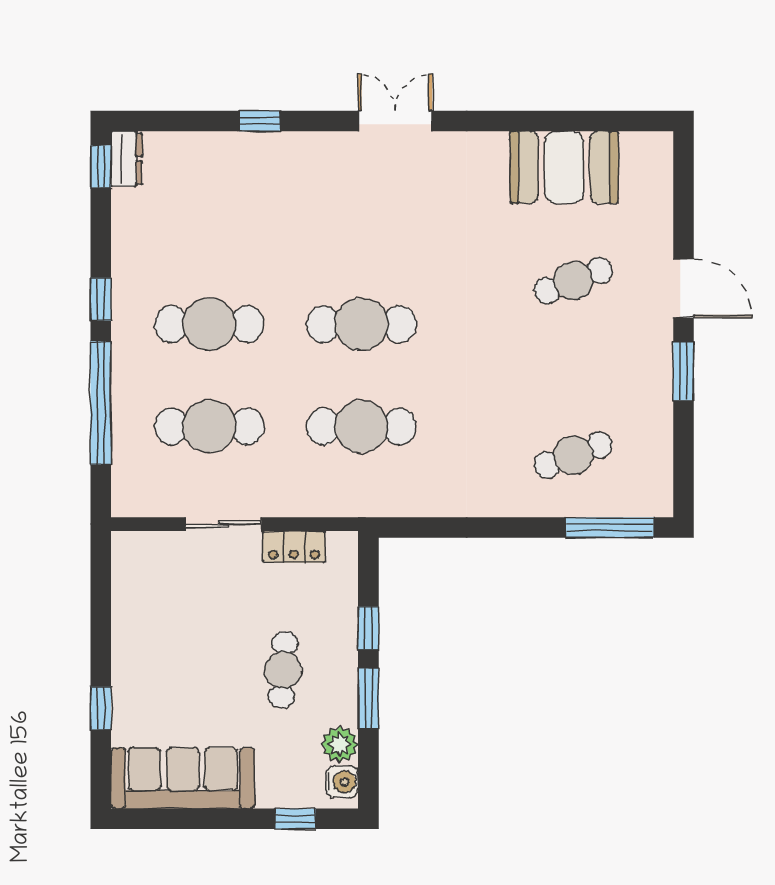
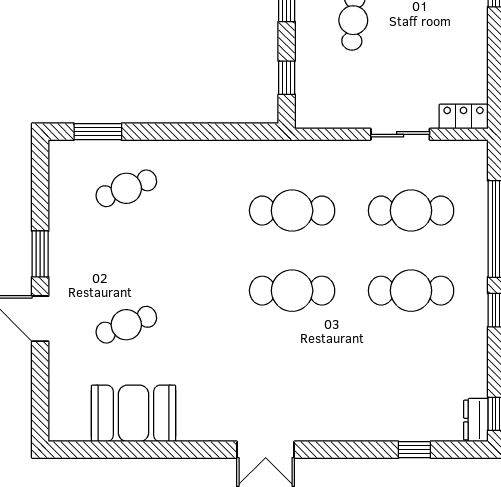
window: (259, 121) -> (414, 450), moved
window: (610, 527) -> (98, 132), width x0.69
locker: (294, 547) -> (464, 117), moved
window: (368, 628) -> (287, 78), moved

